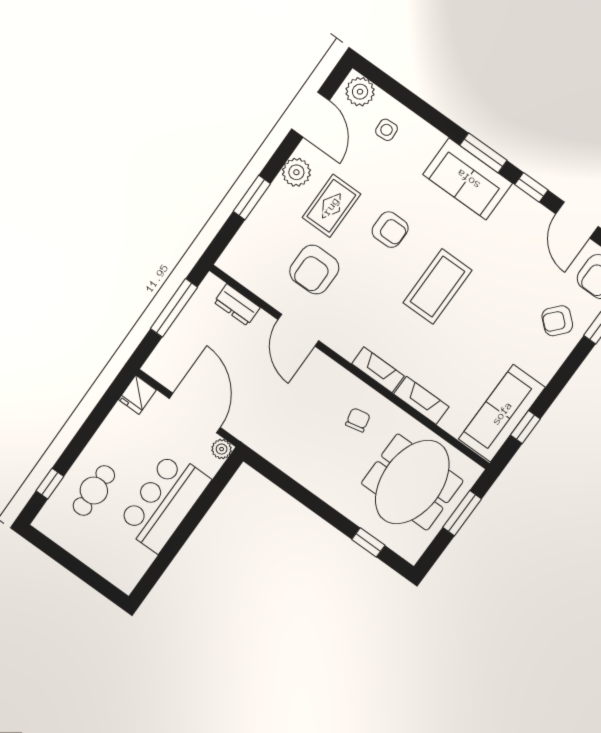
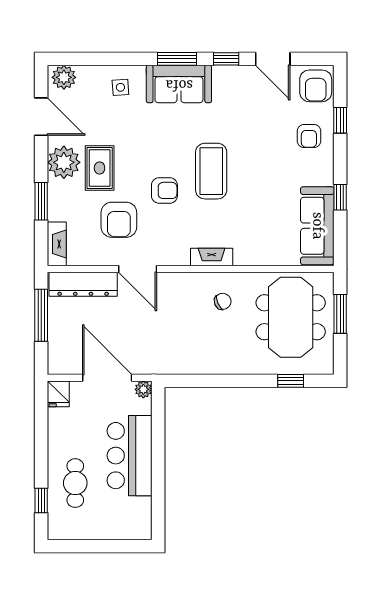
side table: (386, 130) -> (120, 87), moved
plant: (296, 172) -> (64, 162), width x1.36, depth x1.36
armchair: (390, 230) -> (164, 190), moved
dresser: (237, 305) -> (83, 284), width x1.96, depth x1.24
armchair: (557, 321) -> (309, 136), turned -42
fireplace: (421, 400) -> (57, 244), moved, turned 90
chair: (358, 420) -> (223, 301), turned 78
window: (525, 427) -> (340, 197), moved

